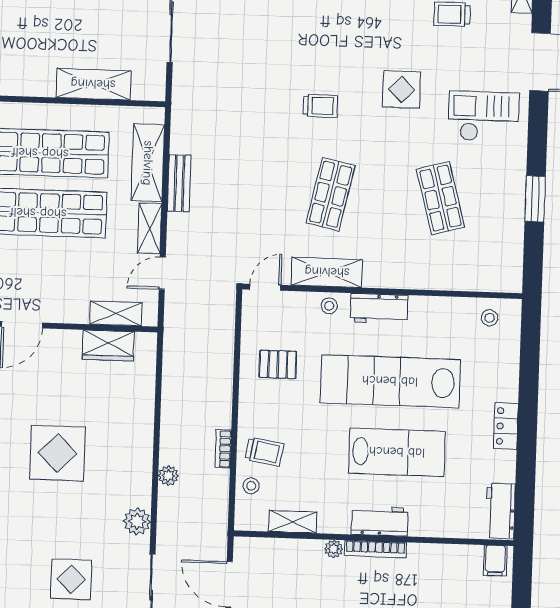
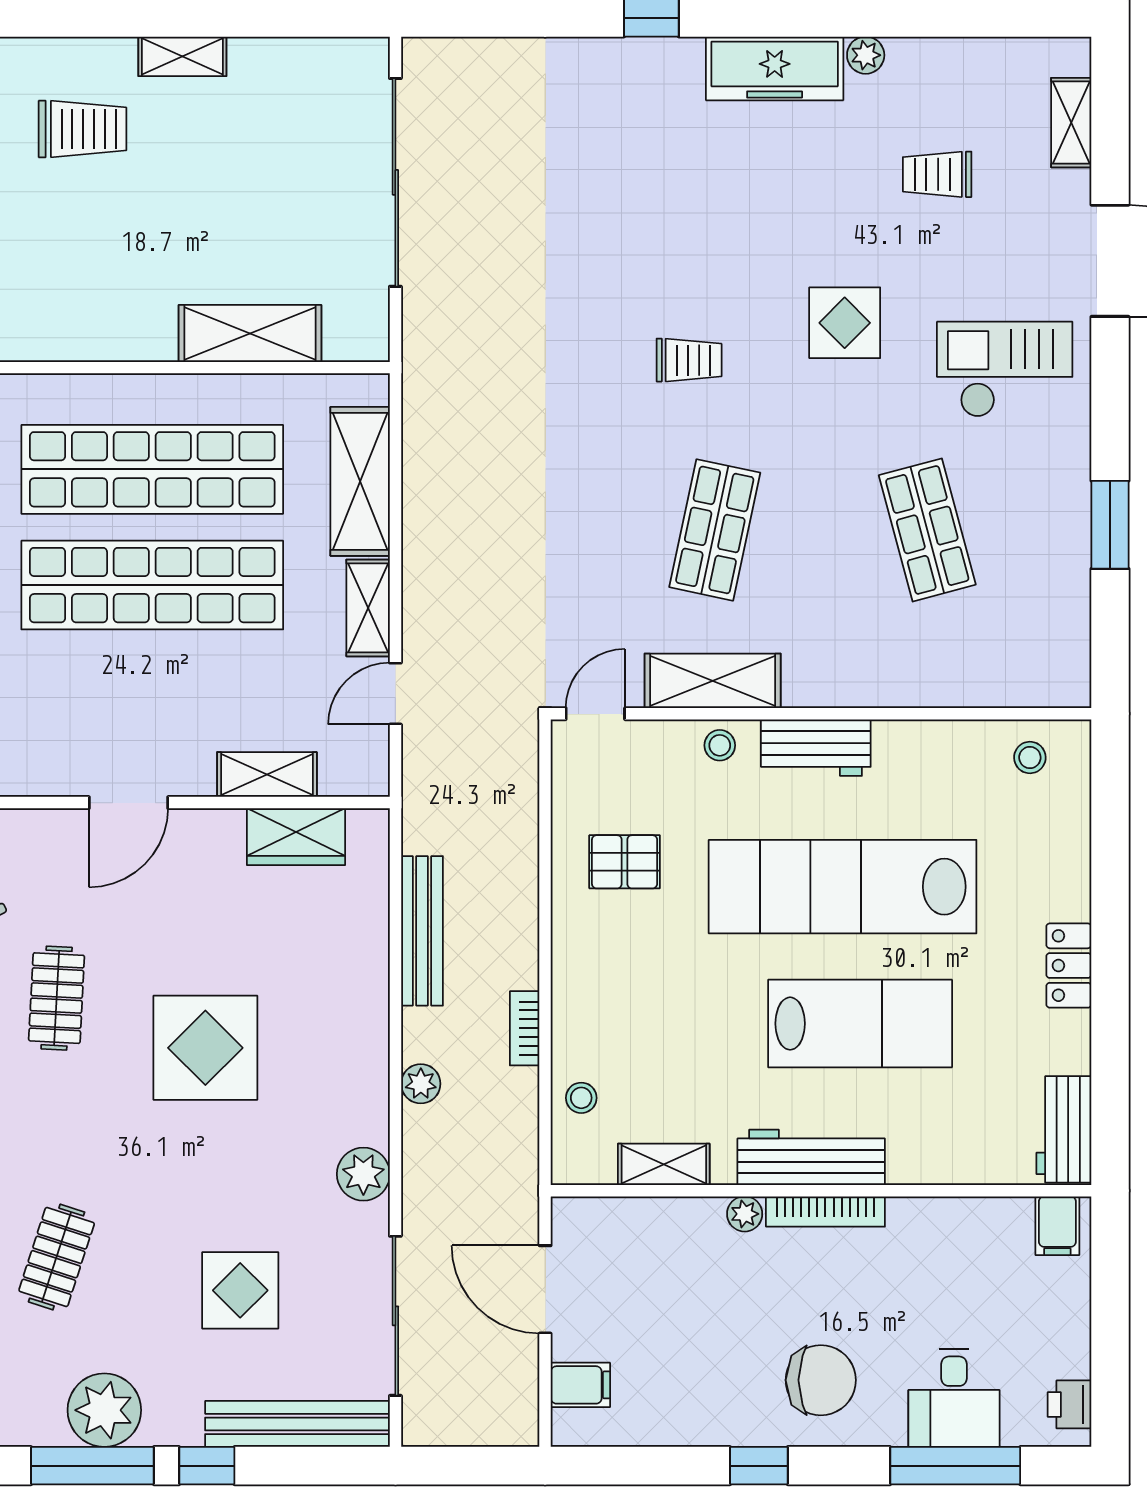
bench: (179, 183) -> (422, 931), moved, width x1.36
shelving: (116, 313) -> (267, 774), moved
trolley: (264, 452) -> (604, 1031), removed
workbench: (380, 521) -> (811, 1157), width x1.37

